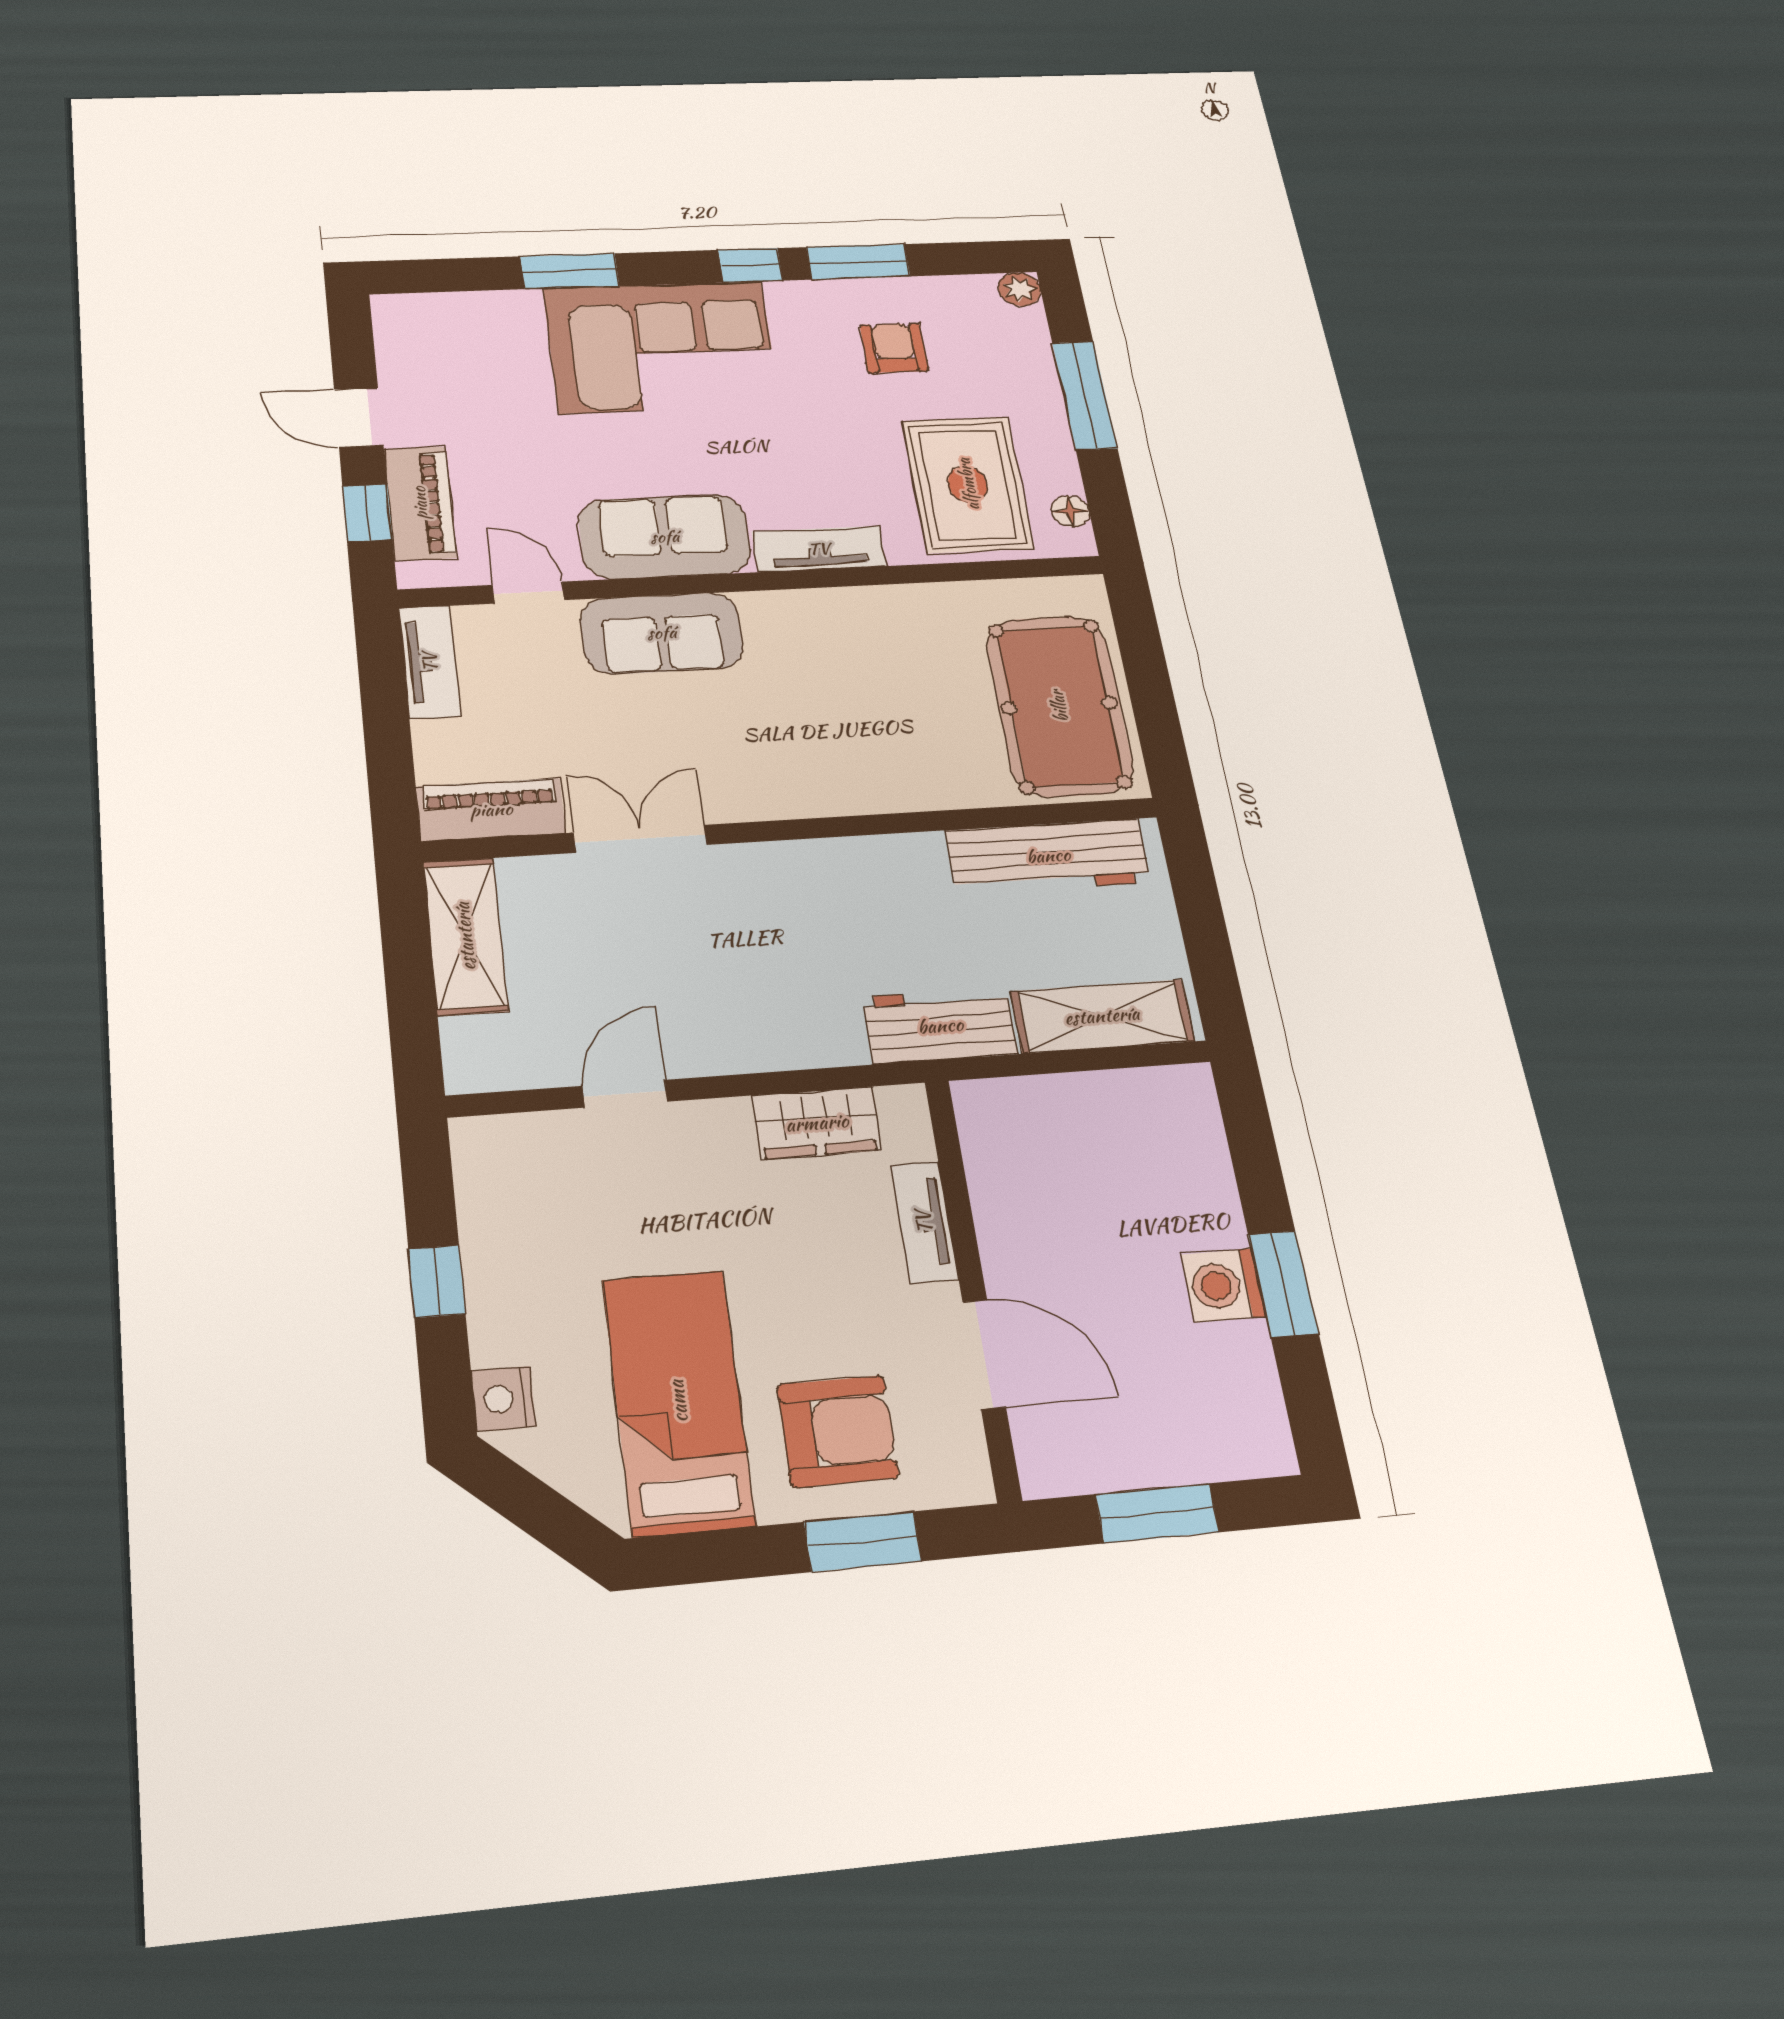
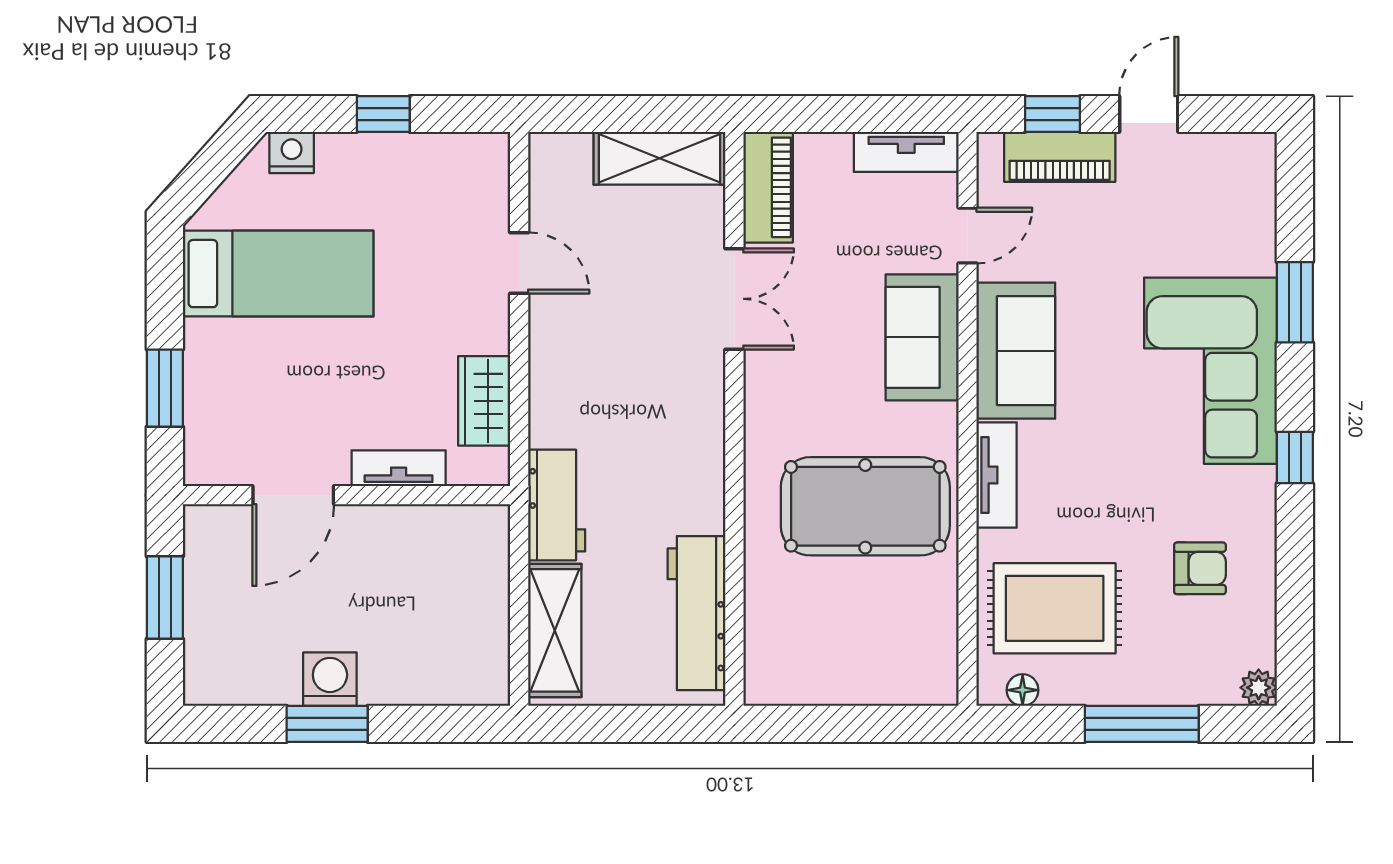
window: (858, 262) -> (1295, 551), removed
pool table: (1059, 706) -> (865, 506), moved
armchair: (838, 1431) -> (246, 382), removed

